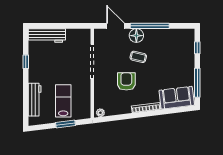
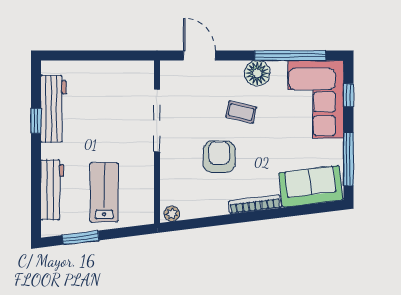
window: (150, 26) -> (290, 55), moved
workbench: (47, 35) -> (53, 109), moved, turned -90
floor lamp: (136, 36) -> (257, 73), moved
corner sofa: (179, 50) -> (316, 99), added
window: (65, 124) -> (81, 238), moved

